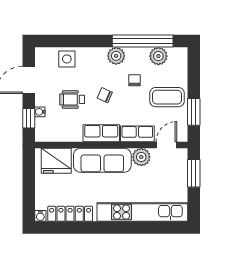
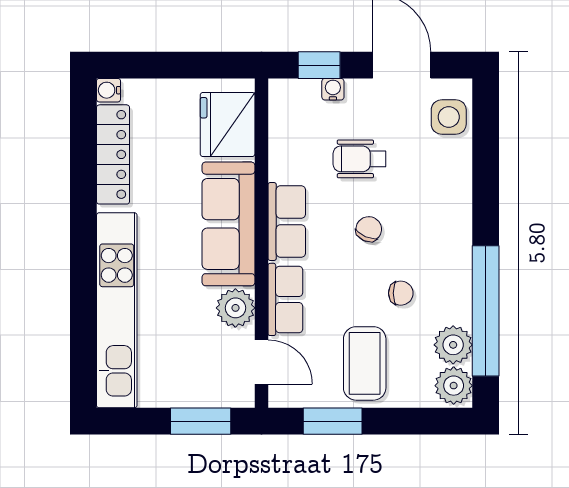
plant: (116, 56) -> (454, 386), moved
side table: (67, 59) -> (449, 117), moved
wheelchair: (72, 99) -> (360, 159), turned -90

